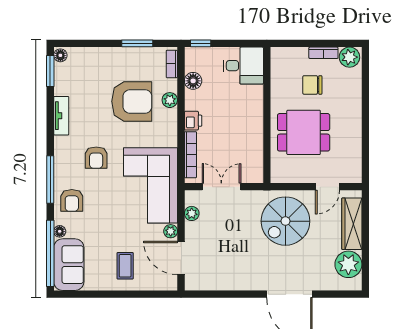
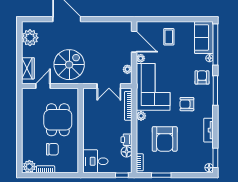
plant: (170, 100) -> (141, 116), moved
armchair: (132, 101) -> (165, 139), turned -90
printer: (193, 121) -> (127, 140), moved
dining table: (304, 132) -> (58, 120), turned 90
armchair: (96, 158) -> (187, 104), turned -90
wardrobe: (352, 224) -> (28, 68), width x0.67

